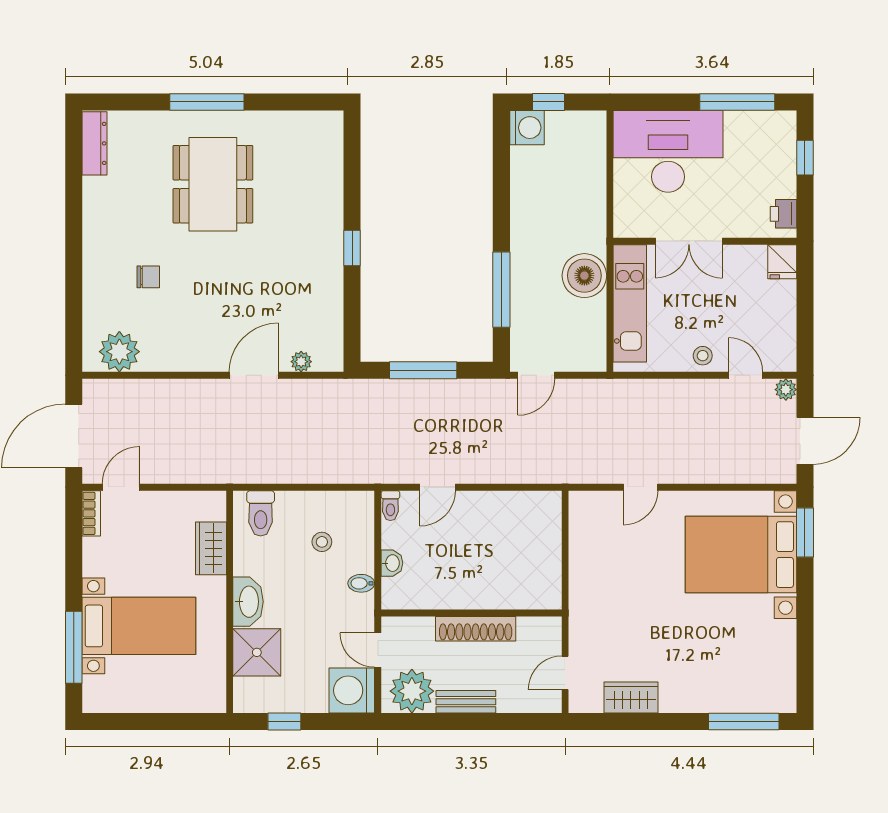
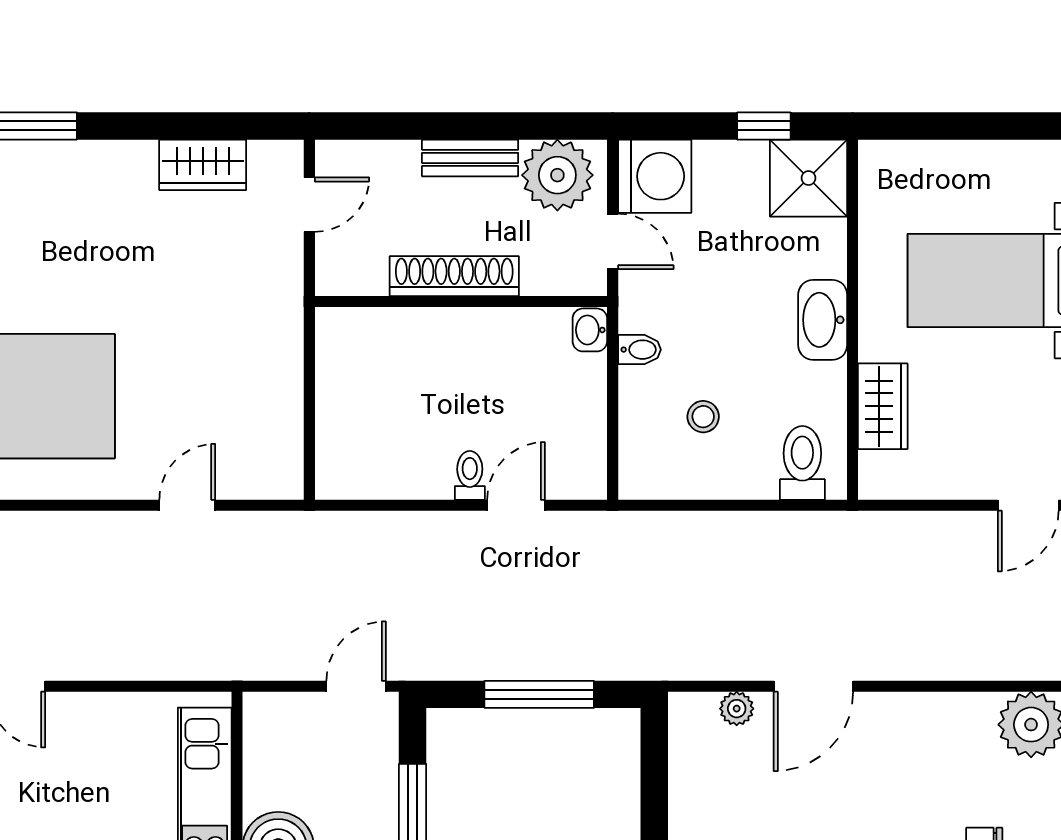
stool: (703, 356) -> (87, 718), removed
toilet: (390, 506) -> (470, 475), moved
washbasin: (392, 563) -> (590, 330), moved
shower: (257, 652) -> (809, 178), moved

